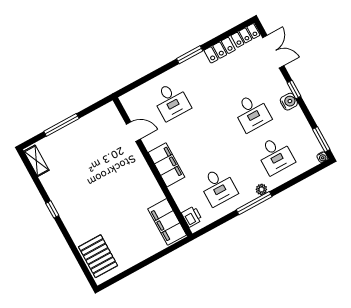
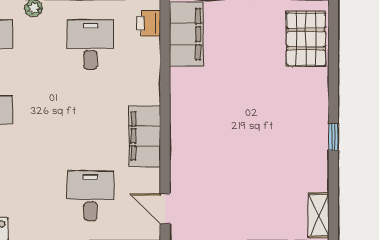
door: (133, 132) -> (165, 209), moved
filing cabinet: (166, 165) -> (145, 136), moved

